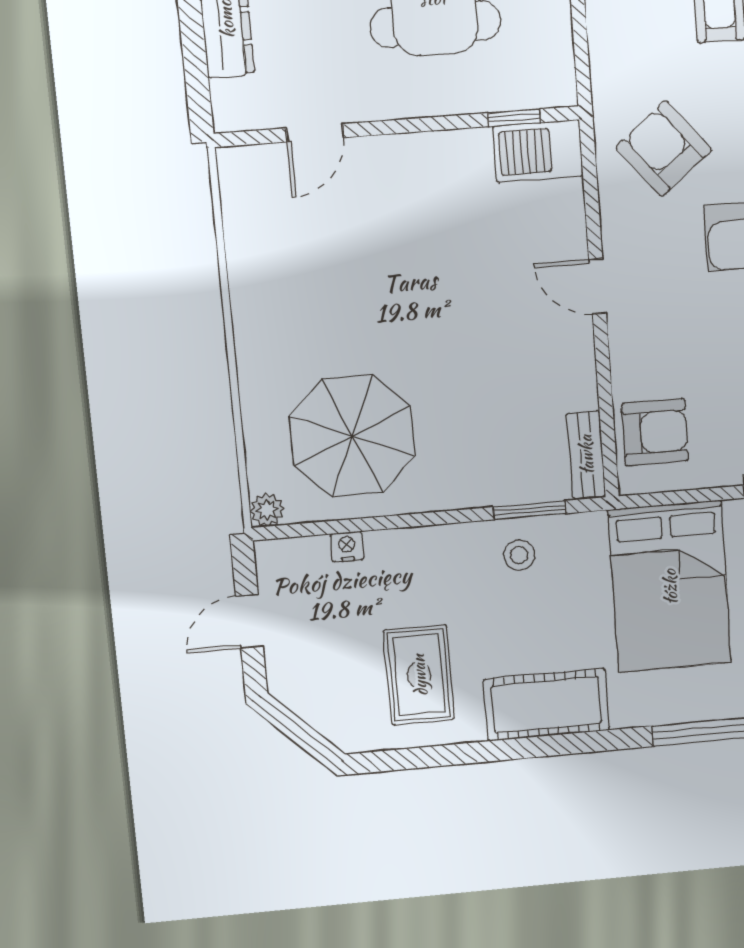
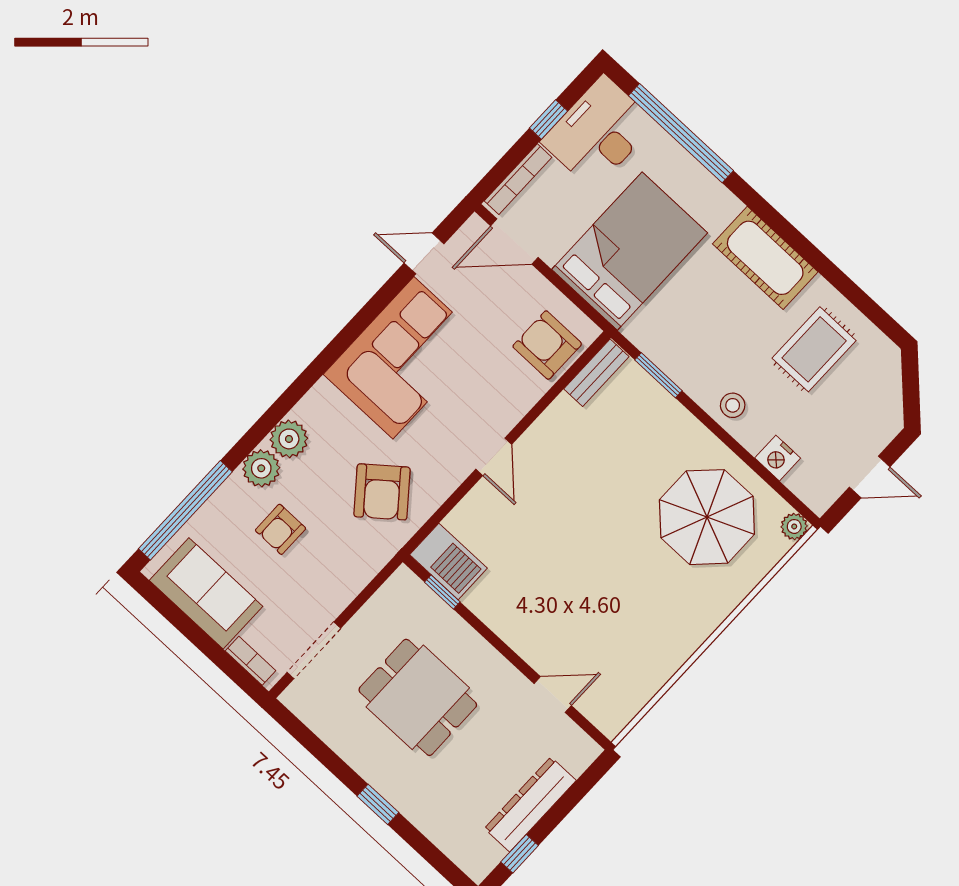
nightstand: (347, 547) -> (778, 458), width x1.39, depth x1.35
stool: (519, 555) -> (733, 405), moved

